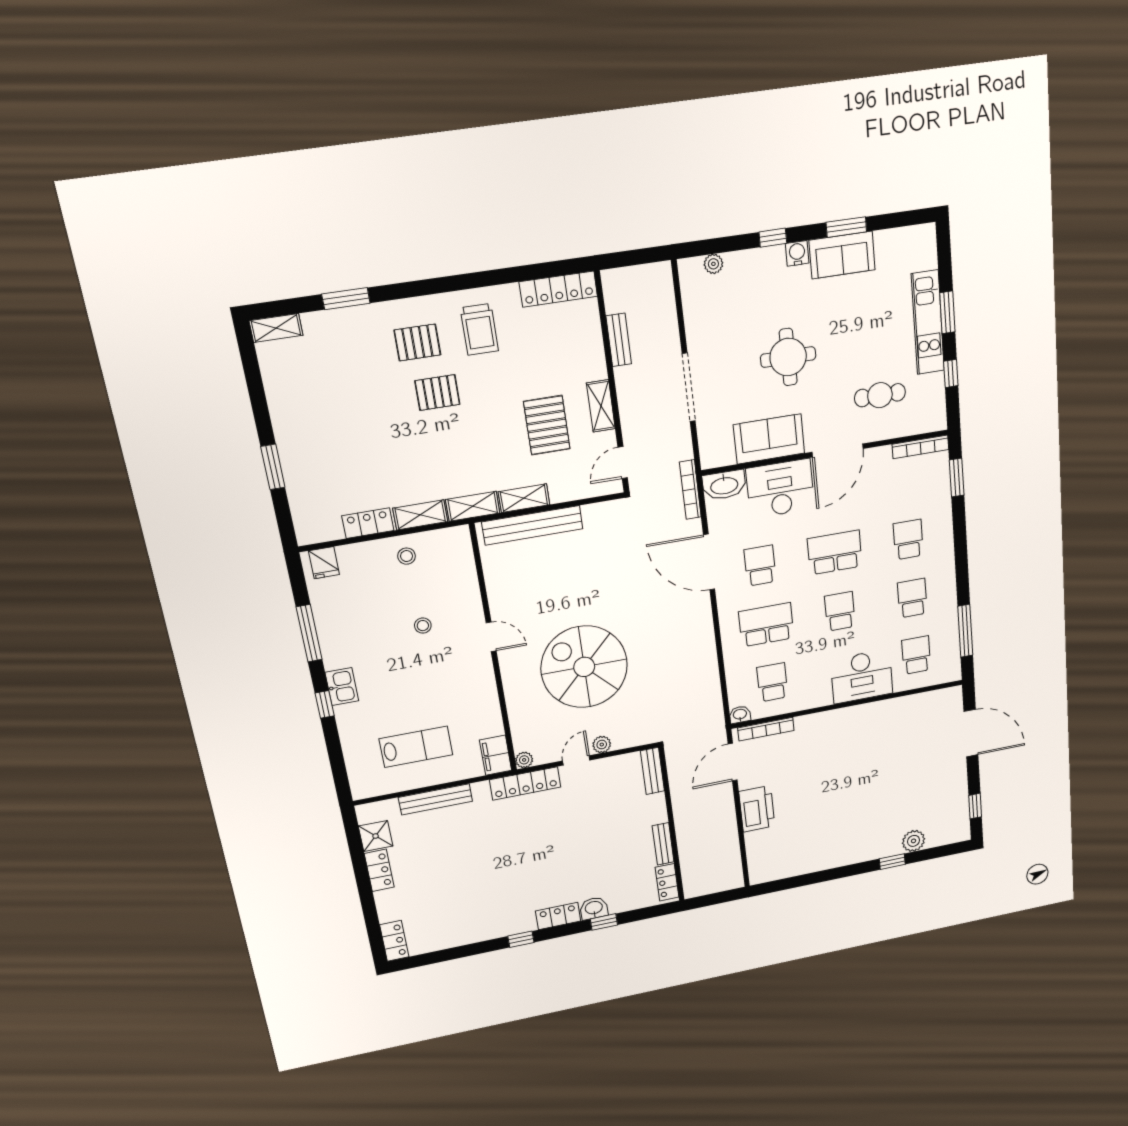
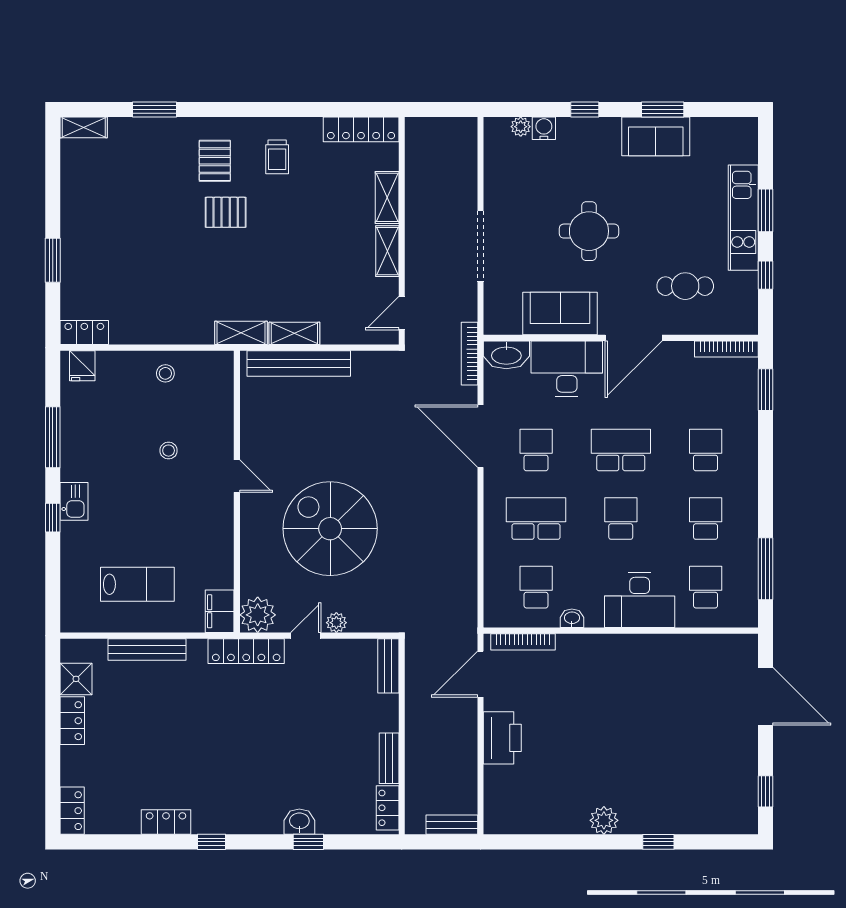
water cooler: (797, 253) -> (544, 128), moved
trolley: (479, 329) -> (277, 157), width x0.73, depth x0.72
bench: (619, 340) -> (452, 825), moved, turned 90
pallet: (417, 343) -> (215, 161), turned 90
pallet: (547, 425) -> (329, 262), removed
shelving: (420, 515) -> (387, 197), moved, turned 90
locker: (368, 523) -> (84, 333), moved
washbasin: (740, 715) -> (572, 618), moved
plant: (524, 760) -> (258, 615), width x1.88, depth x1.88
plant: (914, 841) -> (604, 820), moved
locker: (558, 916) -> (166, 822), moved

